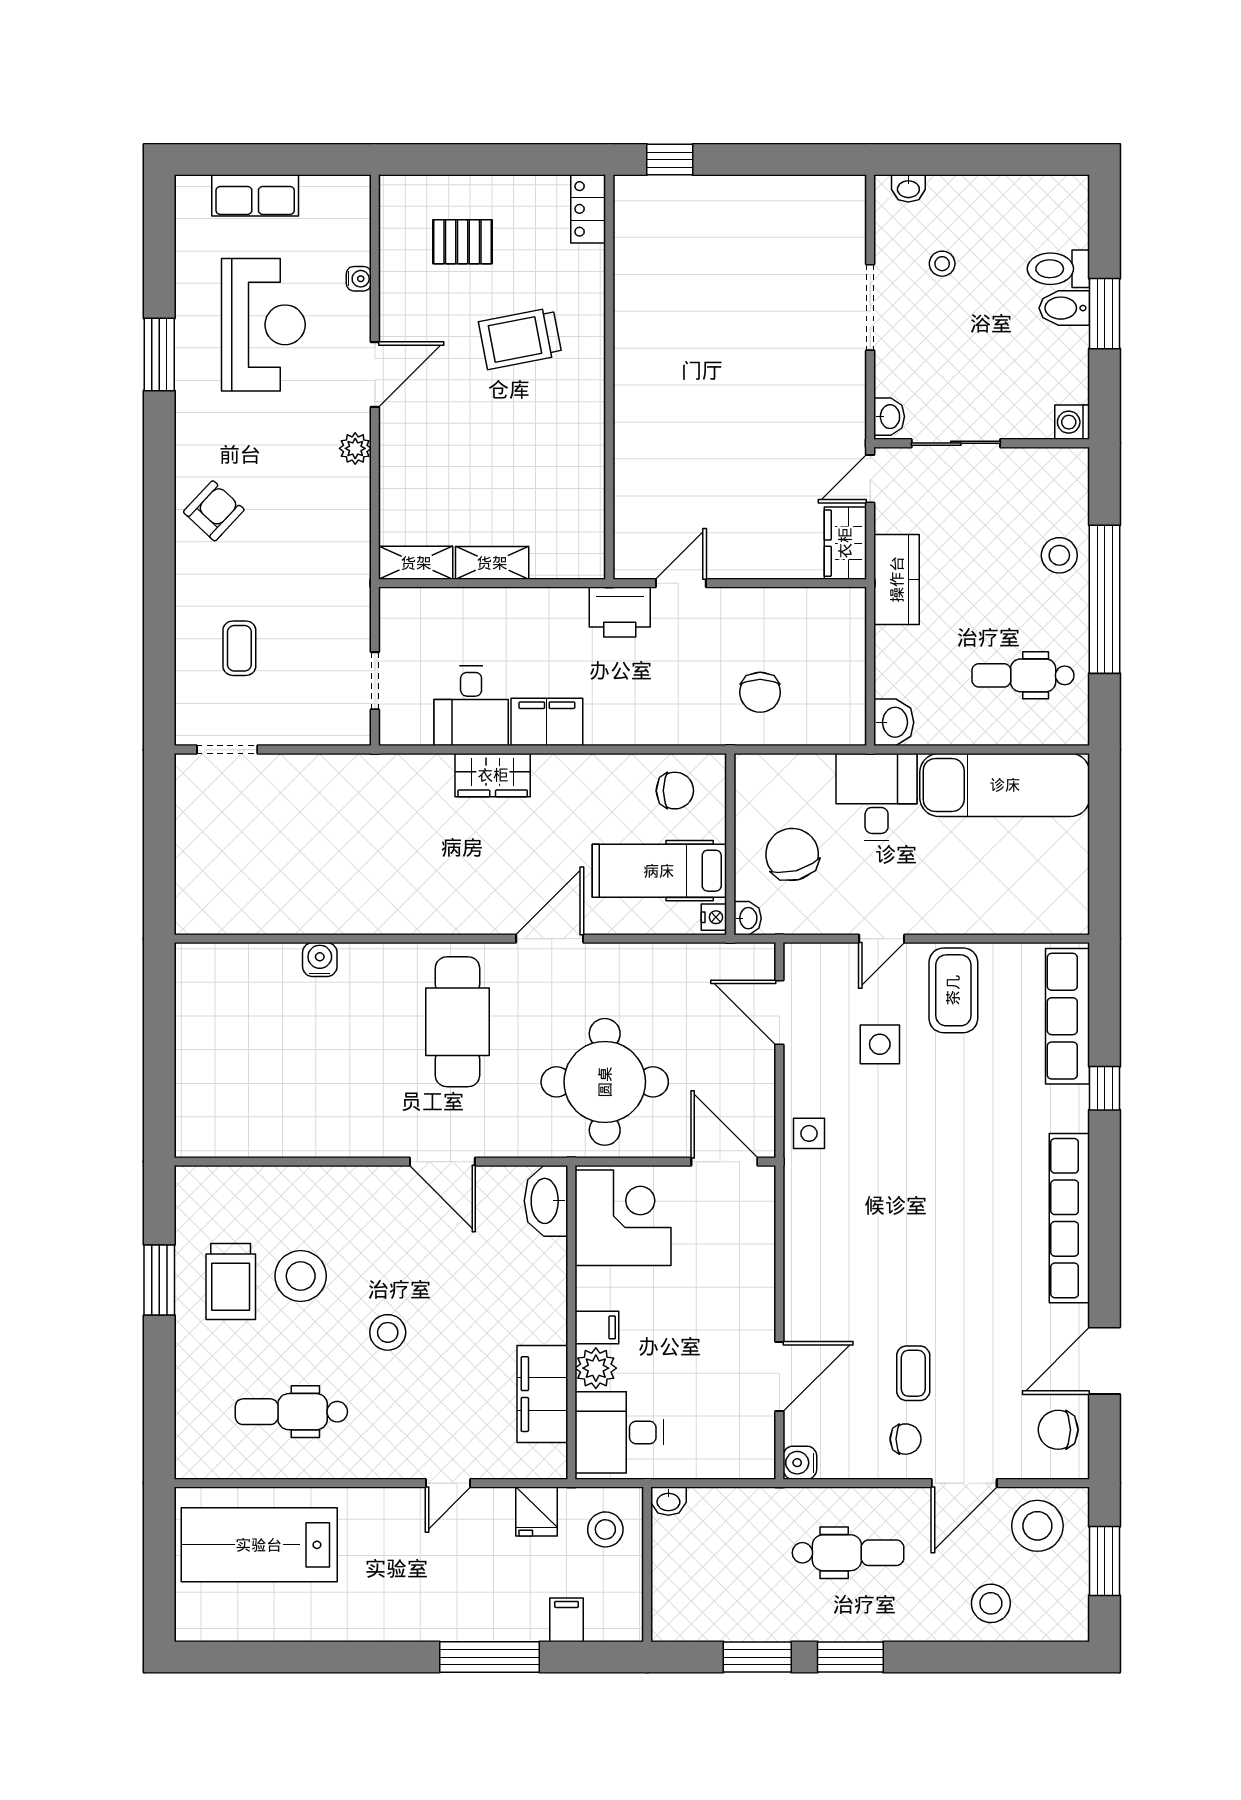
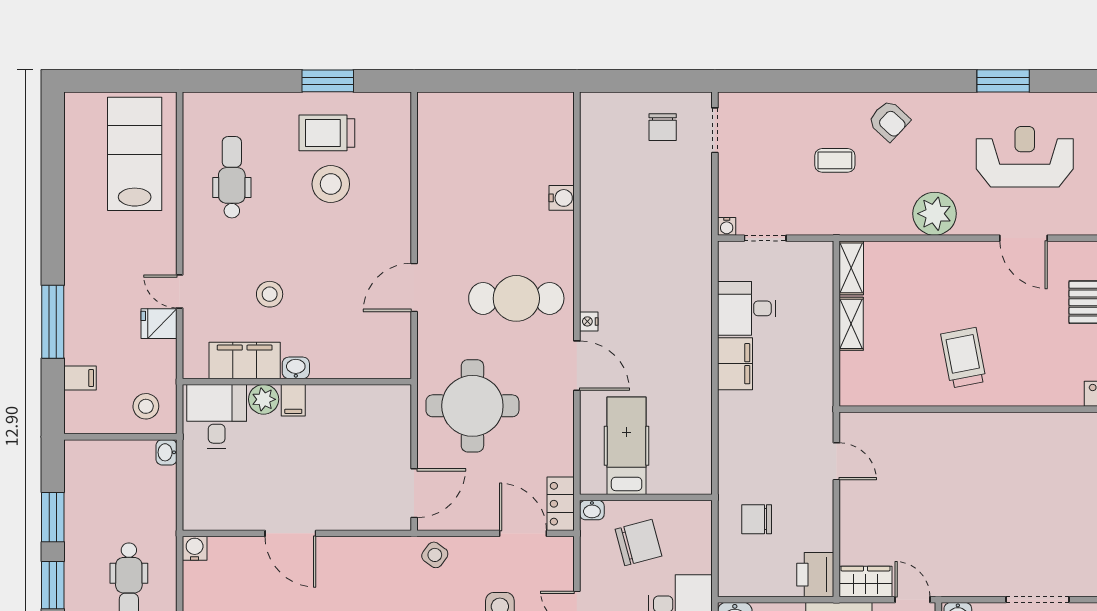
water cooler: (359, 279) -> (727, 226), moved
reception desk: (263, 325) -> (1025, 157), turned 180
trolley: (520, 338) -> (963, 358), moved
door: (375, 375) -> (1024, 238), moved
plant: (355, 448) -> (935, 214), width x1.88, depth x1.88
printer: (620, 612) -> (815, 575), moved
coffee table: (239, 648) -> (835, 160), moved
wardrobe: (493, 775) -> (696, 324), removed
chair: (675, 791) -> (663, 127), moved
nightstand: (714, 917) -> (589, 321), moved, turned 90
locker: (739, 961) -> (561, 504), added
door: (779, 1013) -> (523, 533), hinge flipped
side table: (809, 1133) -> (435, 555), turned 36
washbasin: (546, 1201) -> (296, 368), moved, width x0.52, depth x0.69
corner desk: (623, 1218) -> (373, 419), removed
stool: (388, 1332) -> (270, 294), moved
door: (779, 1376) -> (290, 533), moved
fridge: (536, 1511) -> (159, 324), moved

